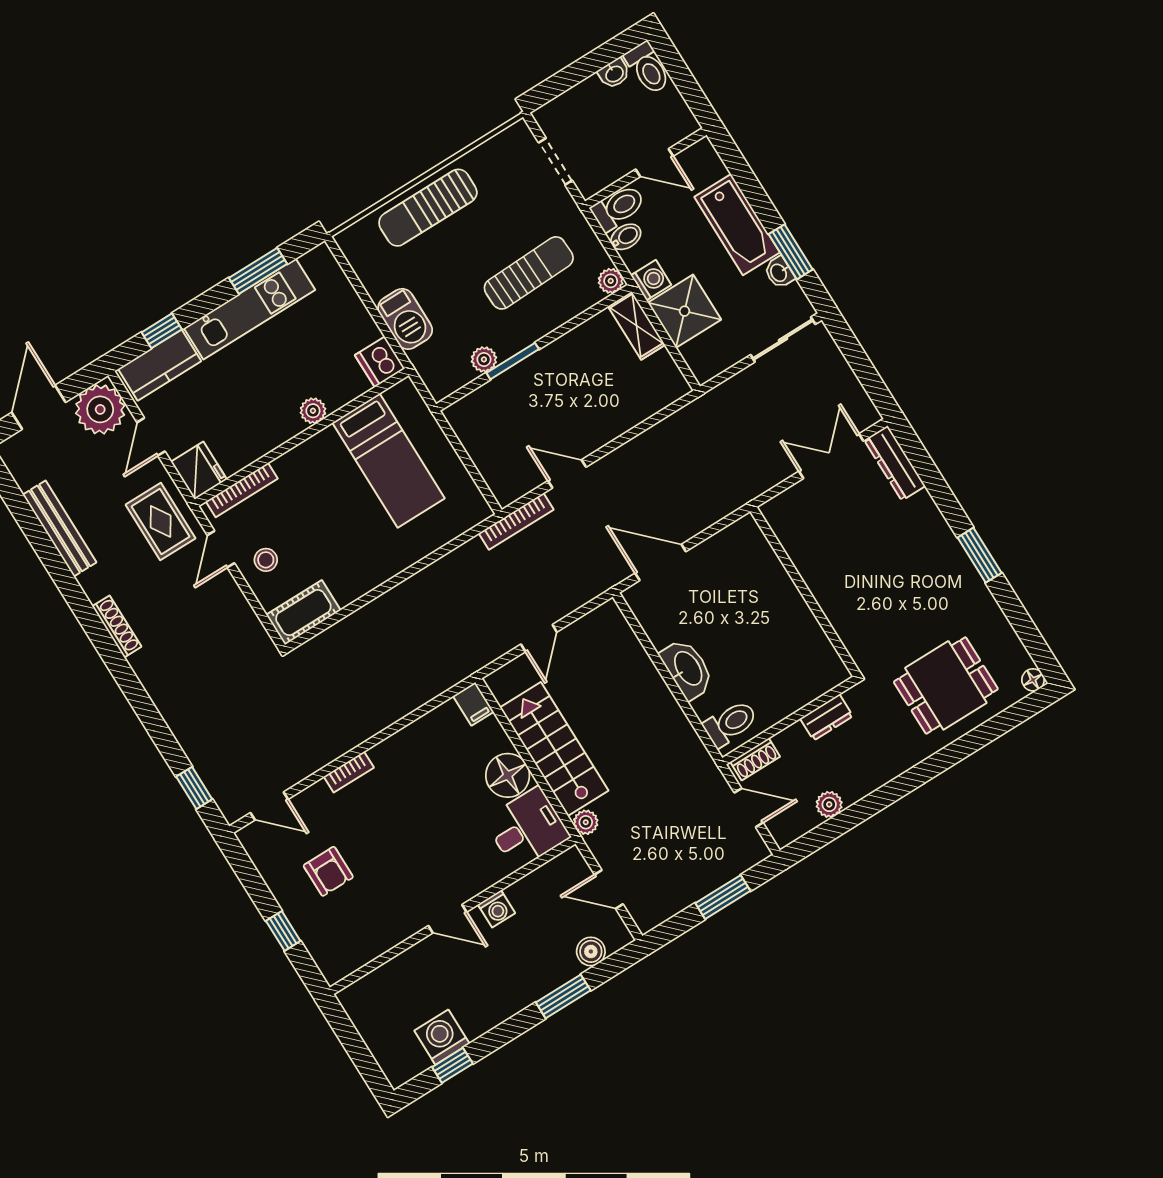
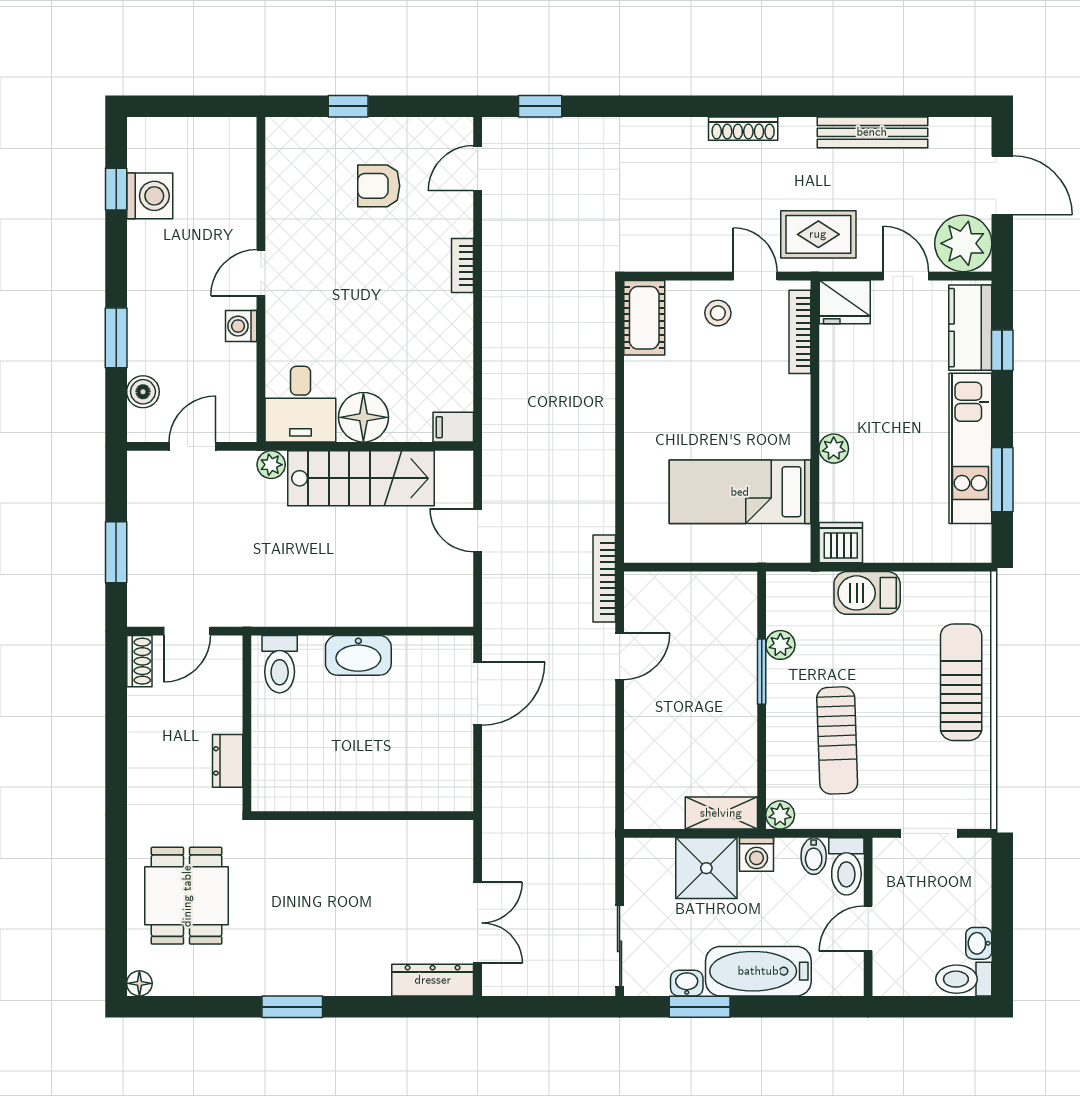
shoe rack: (755, 759) -> (139, 661), moved, turned 180
plant: (829, 804) -> (142, 711), removed

